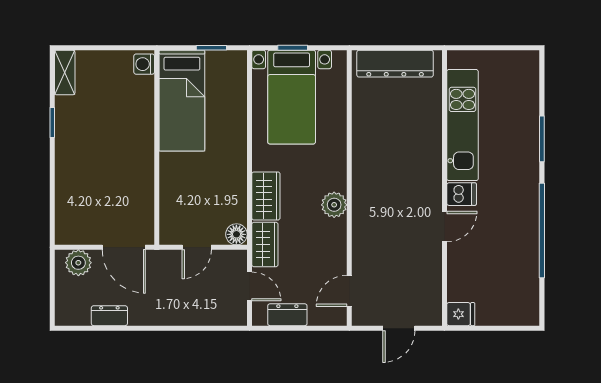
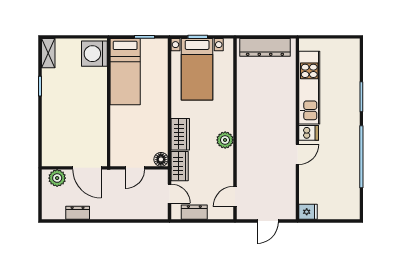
washing machine: (144, 64) -> (94, 54), width x1.89, depth x1.89

